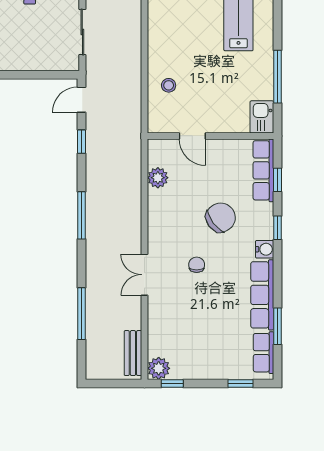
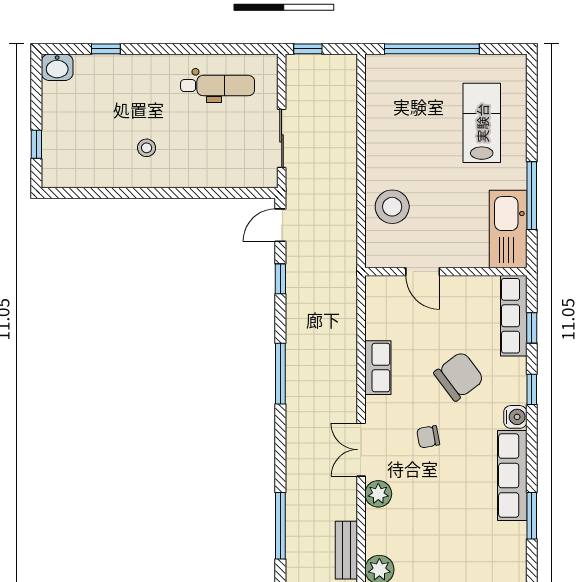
stool: (169, 85) -> (392, 207), width x1.89, depth x1.89
kitchen sink: (262, 117) -> (508, 229), width x1.87, depth x1.24
plant: (158, 178) -> (378, 494), moved
chair: (197, 265) -> (428, 437), turned -100
window: (81, 314) -> (280, 526), moved
row of seats: (263, 353) -> (378, 368), moved, turned 180

